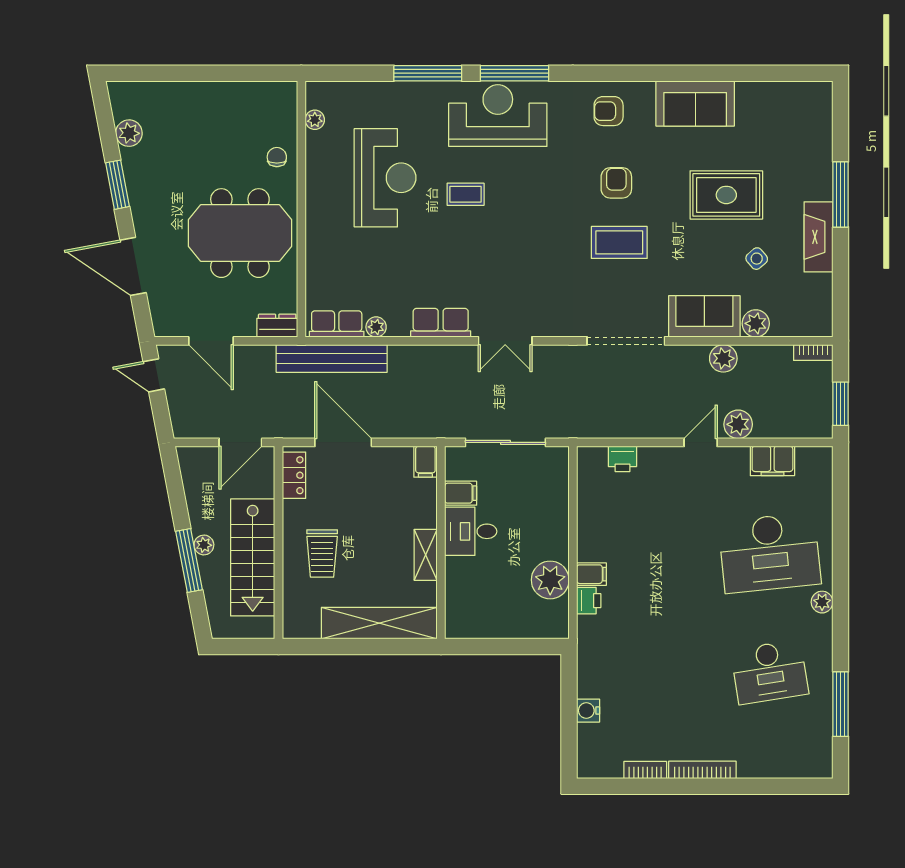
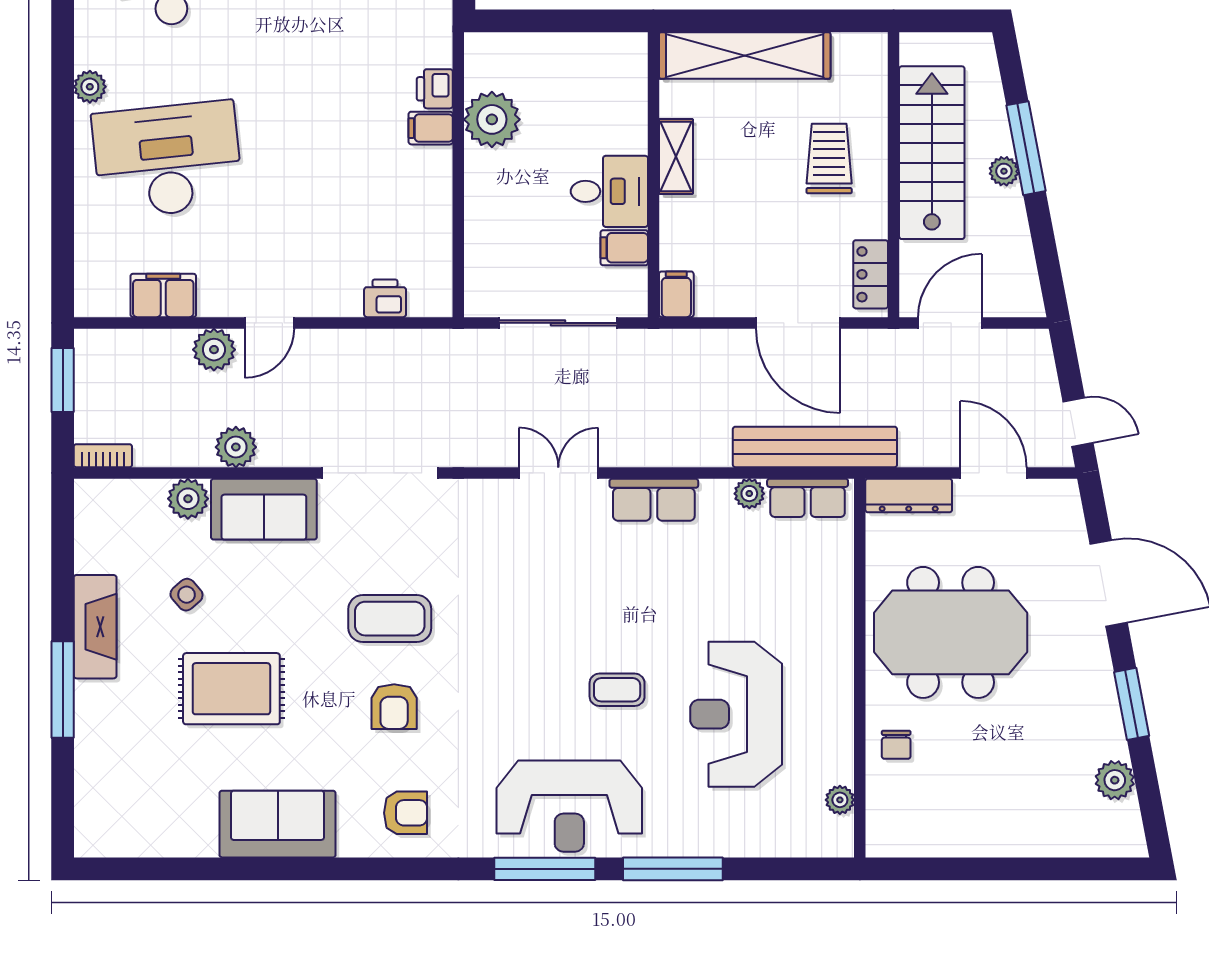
dresser: (277, 326) -> (909, 496), width x1.44

